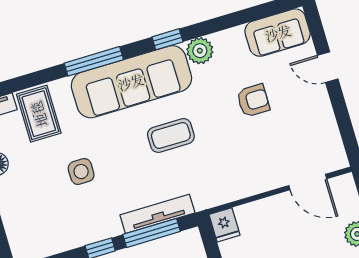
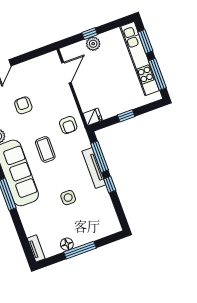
rug: (39, 114) -> (38, 223), removed
armchair: (213, 180) -> (68, 125), added
tv unit: (157, 214) -> (94, 168), moved

